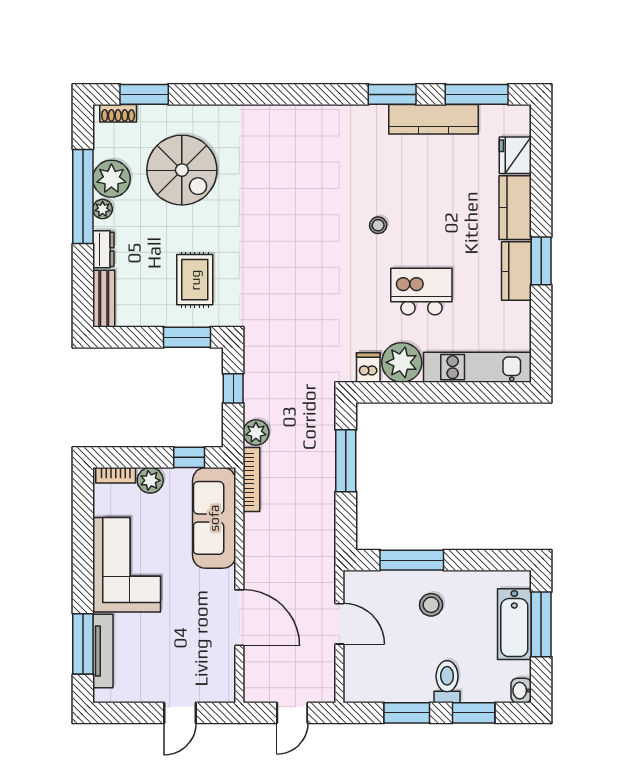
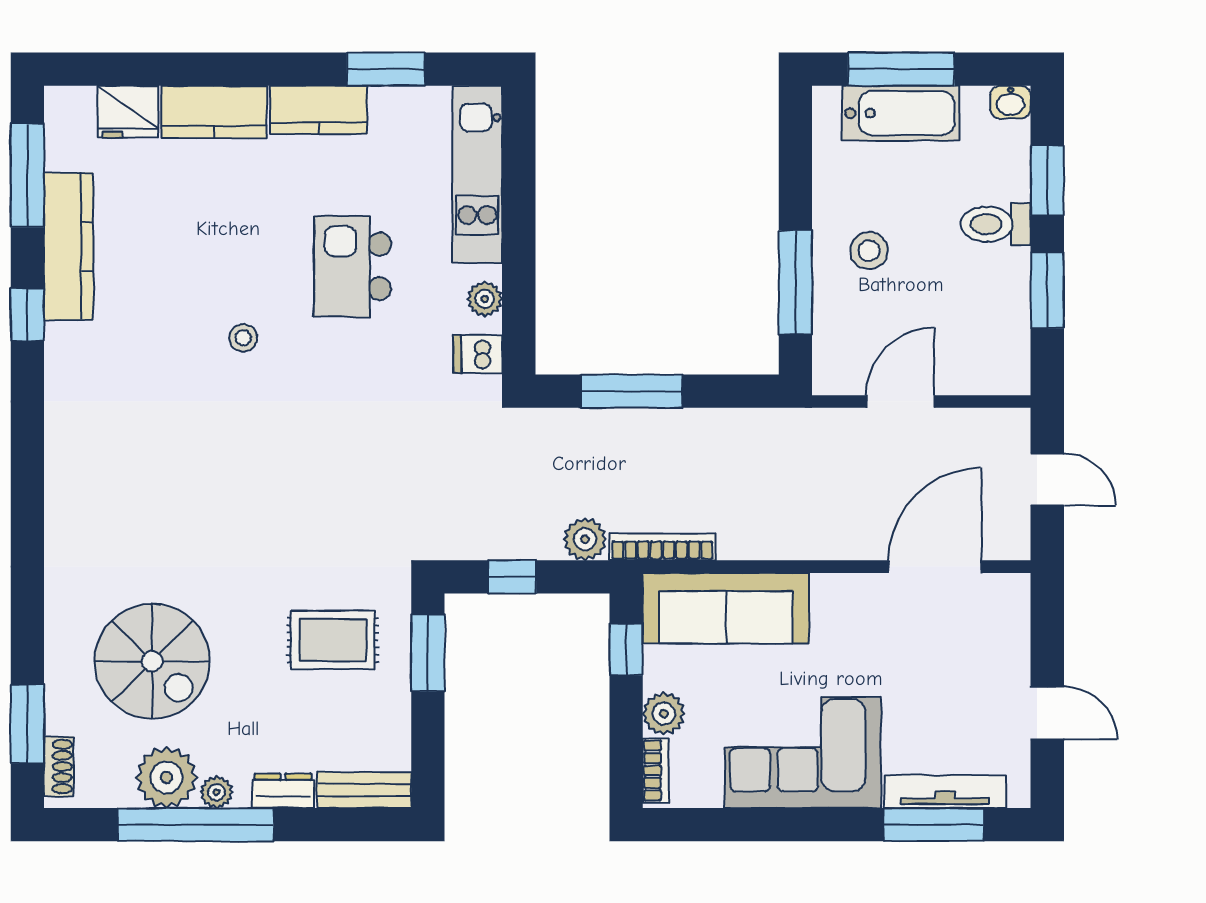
window: (392, 94) -> (27, 315), width x0.67
spiral stairs: (182, 170) -> (152, 661), turned 90
window: (541, 261) -> (386, 69), moved
plant: (402, 362) -> (485, 299), width x0.53, depth x0.53
door: (239, 618) -> (935, 567), moved
door: (180, 713) -> (1047, 713), moved

